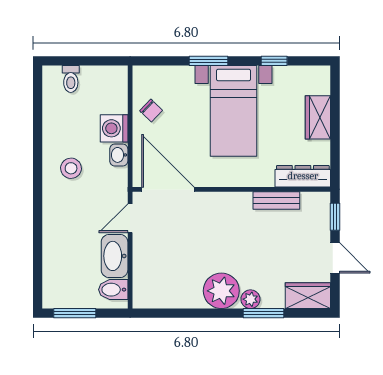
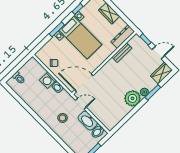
stool: (71, 168) -> (62, 118), moved
door: (130, 218) -> (81, 104), swing flipped

